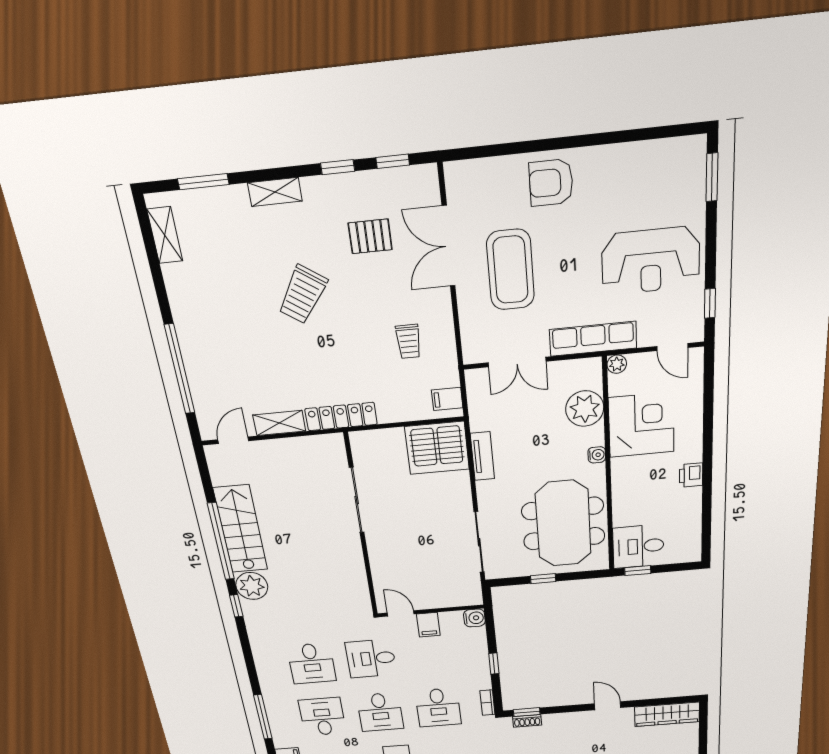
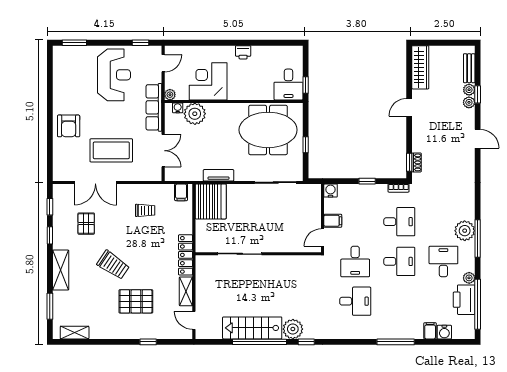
shelving: (275, 192) -> (61, 270), width x1.50, depth x1.33
pallet: (245, 341) -> (136, 301), added
window: (180, 369) -> (148, 342), width x0.32
water cooler: (597, 455) -> (178, 108), moved
desk: (322, 717) -> (399, 301), removed

